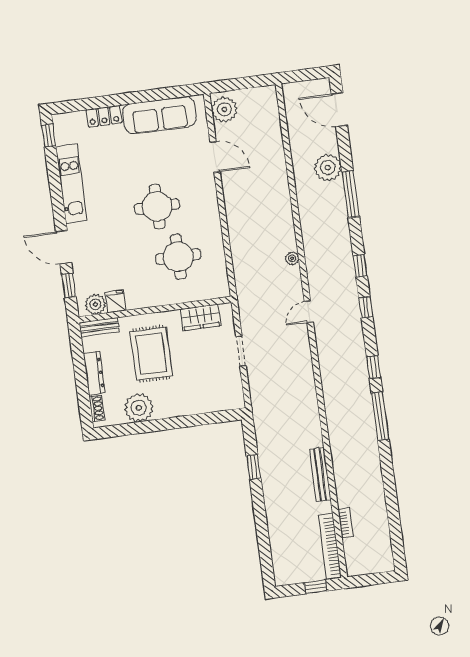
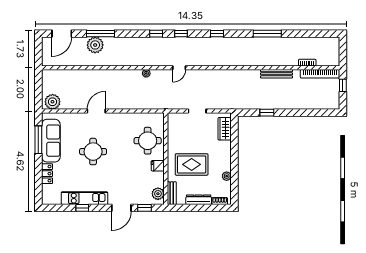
window: (158, 94) -> (38, 140), added
window: (49, 135) -> (82, 208), moved
door: (215, 157) -> (96, 111), moved
window: (351, 194) -> (101, 34), moved
round table: (157, 207) -> (93, 152), moved
round table: (178, 257) -> (148, 141), moved
fridge: (116, 301) -> (158, 166), moved
door: (309, 312) -> (179, 68), hinge flipped
wardrobe: (201, 317) -> (225, 129), moved, turned 180
plant: (139, 408) -> (227, 176), width x0.53, depth x0.53
window: (380, 416) -> (267, 34), moved

